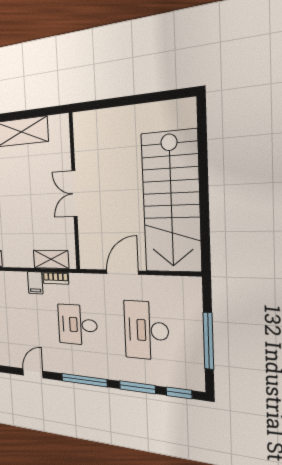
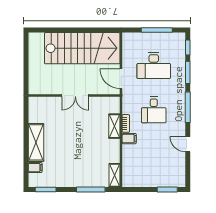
wall: (74, 192) -> (74, 96), moved
double door: (74, 194) -> (75, 96), moved

